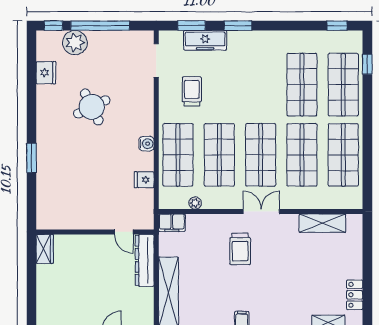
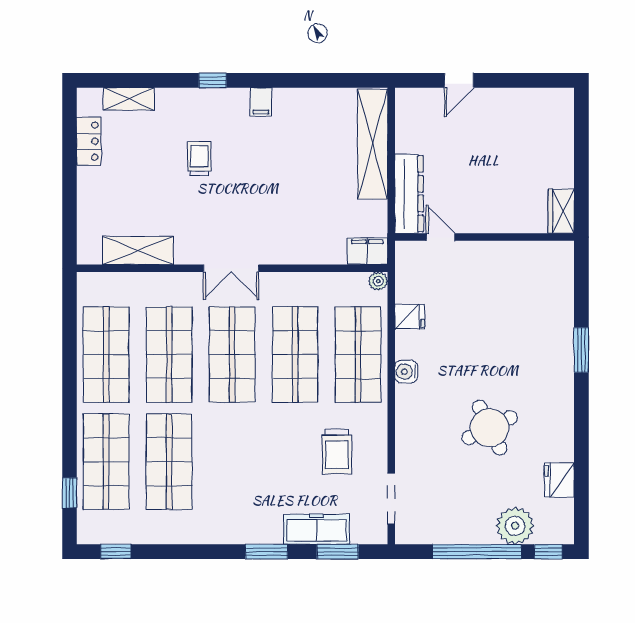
plant: (195, 203) -> (378, 281), moved
trolley: (240, 249) -> (199, 159), moved, width x0.73, depth x0.72

